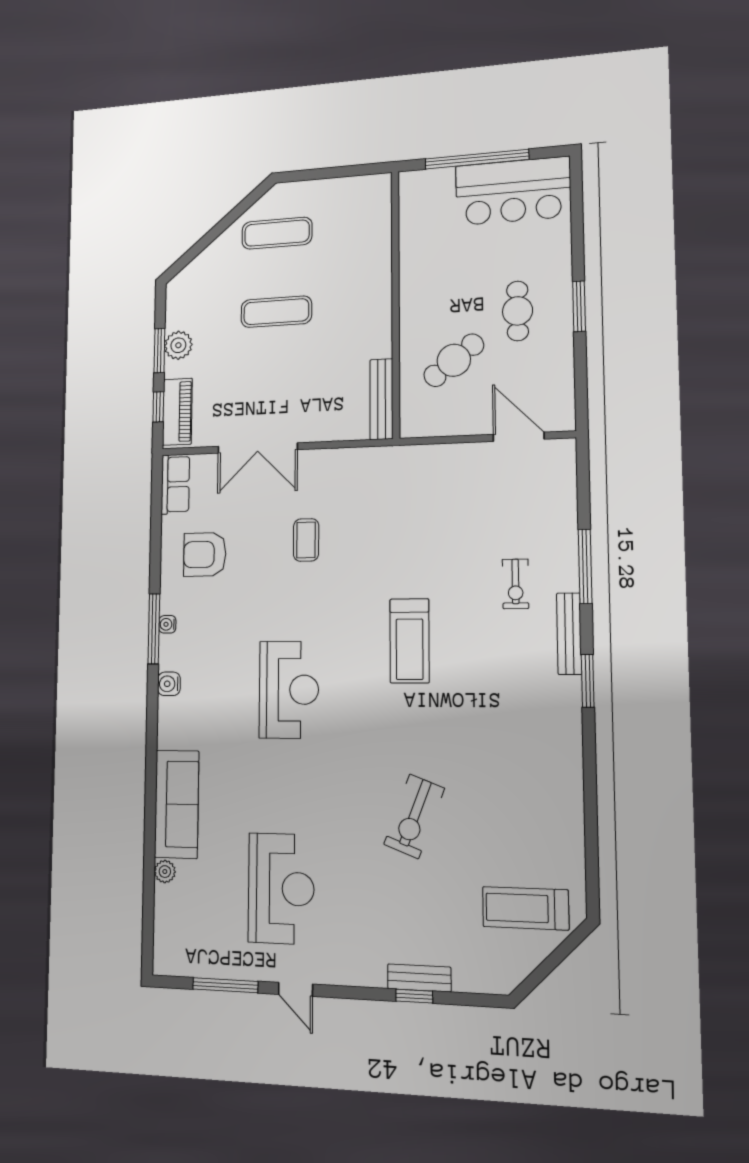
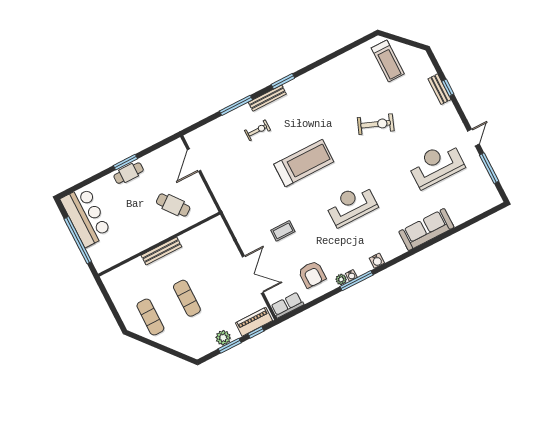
cafe table: (518, 311) -> (129, 173), moved
bench: (381, 399) -> (161, 251), moved
treadmill: (410, 641) -> (304, 163), width x1.37, depth x1.38
plant: (165, 872) -> (341, 279), moved

